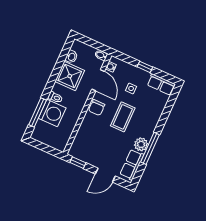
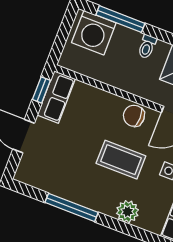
washing machine: (52, 113) -> (94, 33), moved
plant: (141, 144) -> (127, 212), moved
row of seats: (132, 165) -> (56, 97), moved, turned 90

